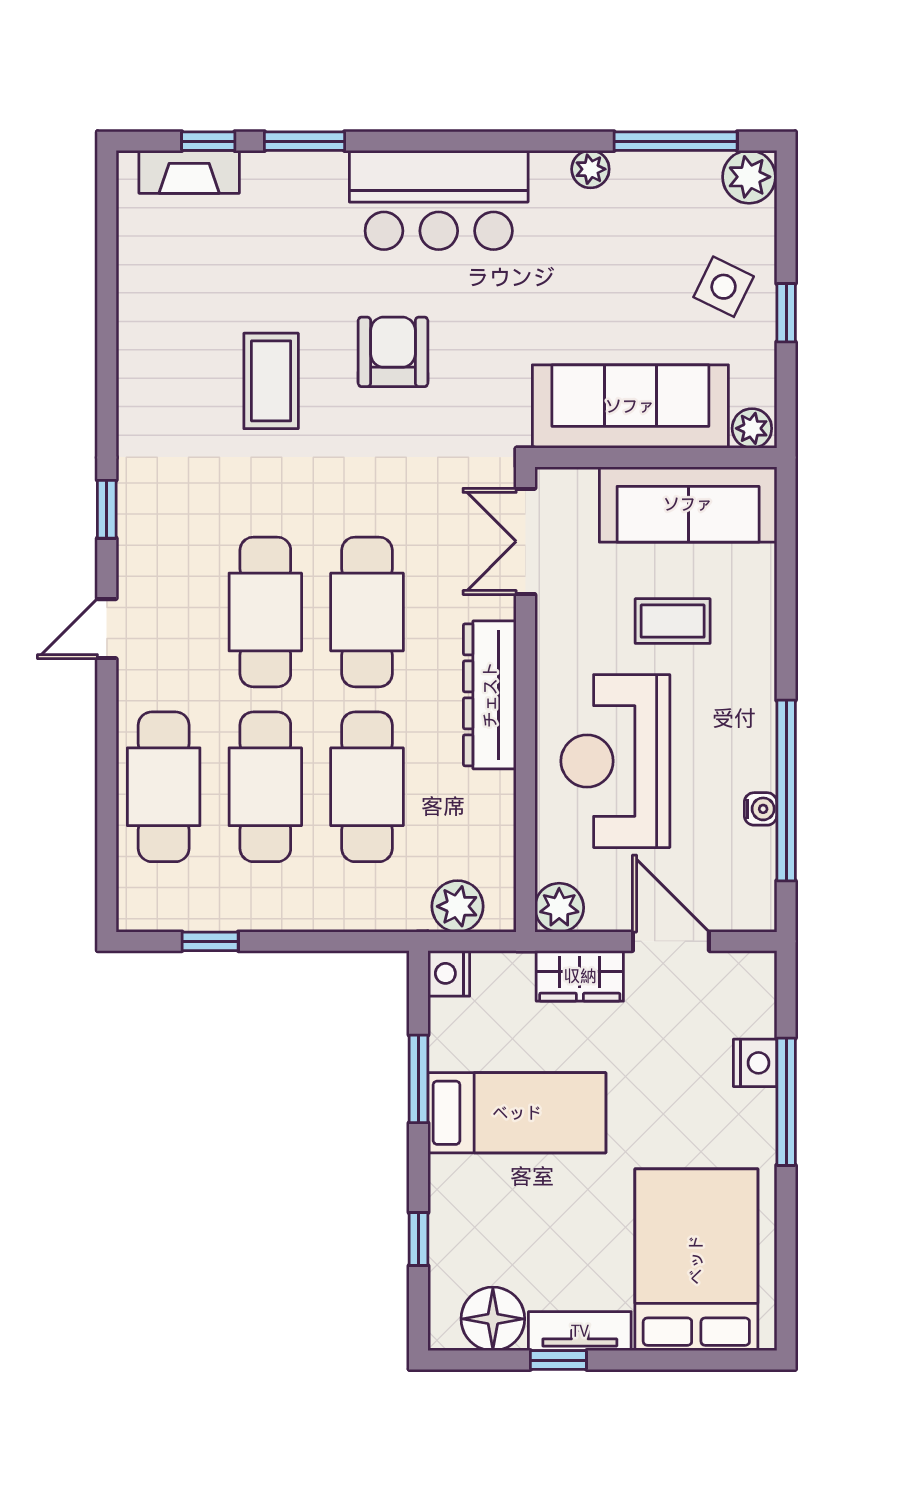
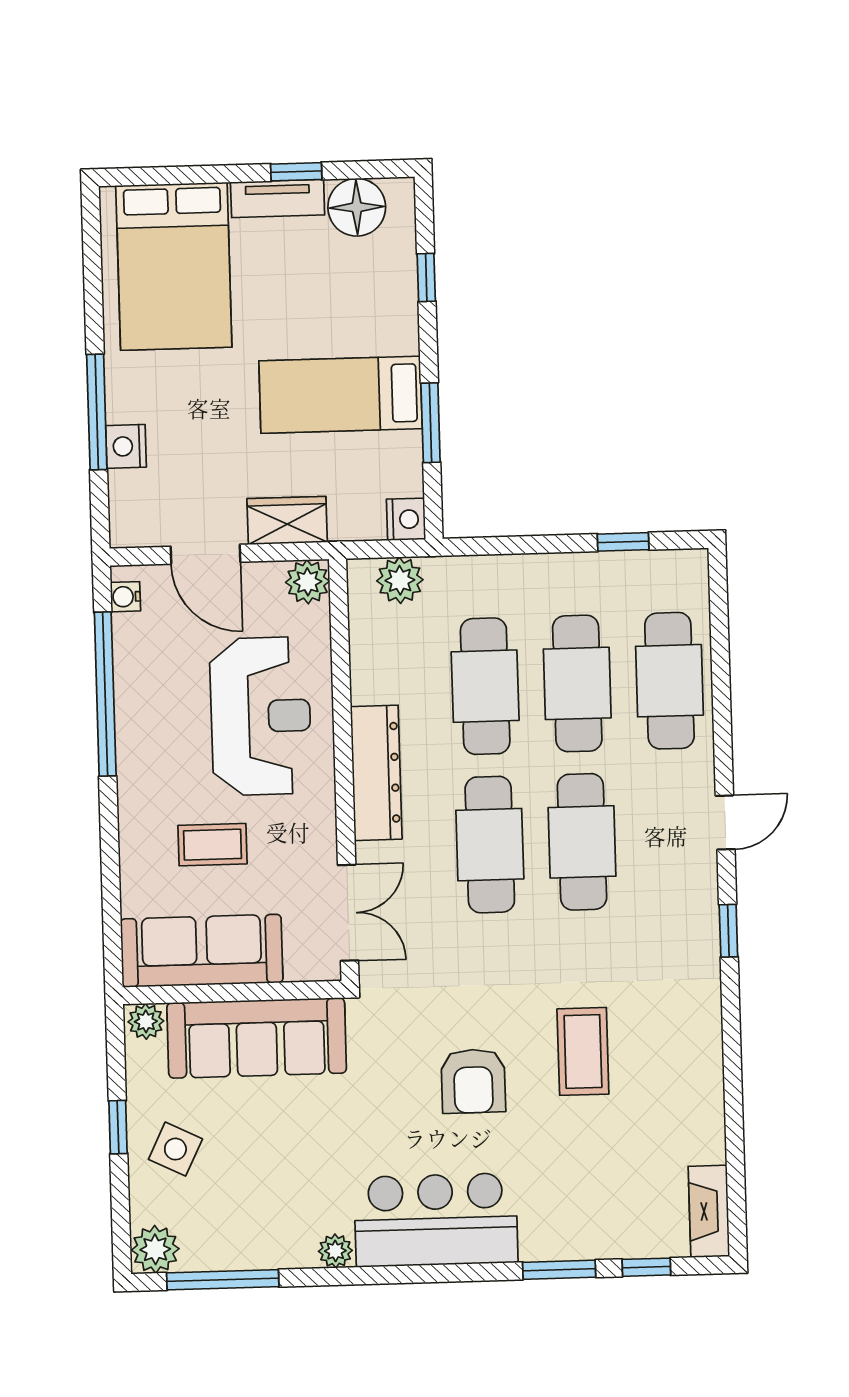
plant: (590, 169) -> (335, 1251), moved
fireplace: (189, 172) -> (709, 1211), moved, turned -90
water cooler: (761, 809) -> (125, 597), moved

